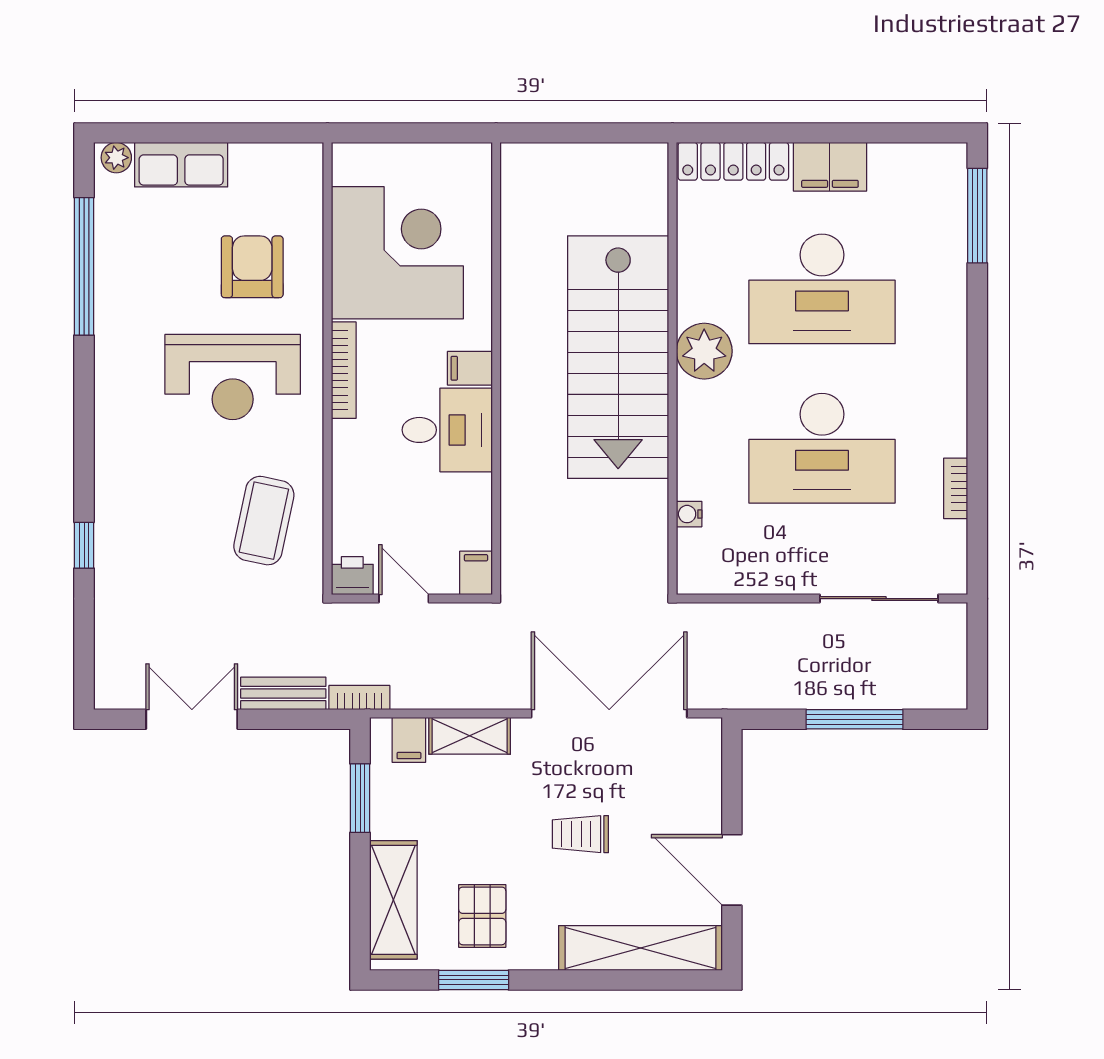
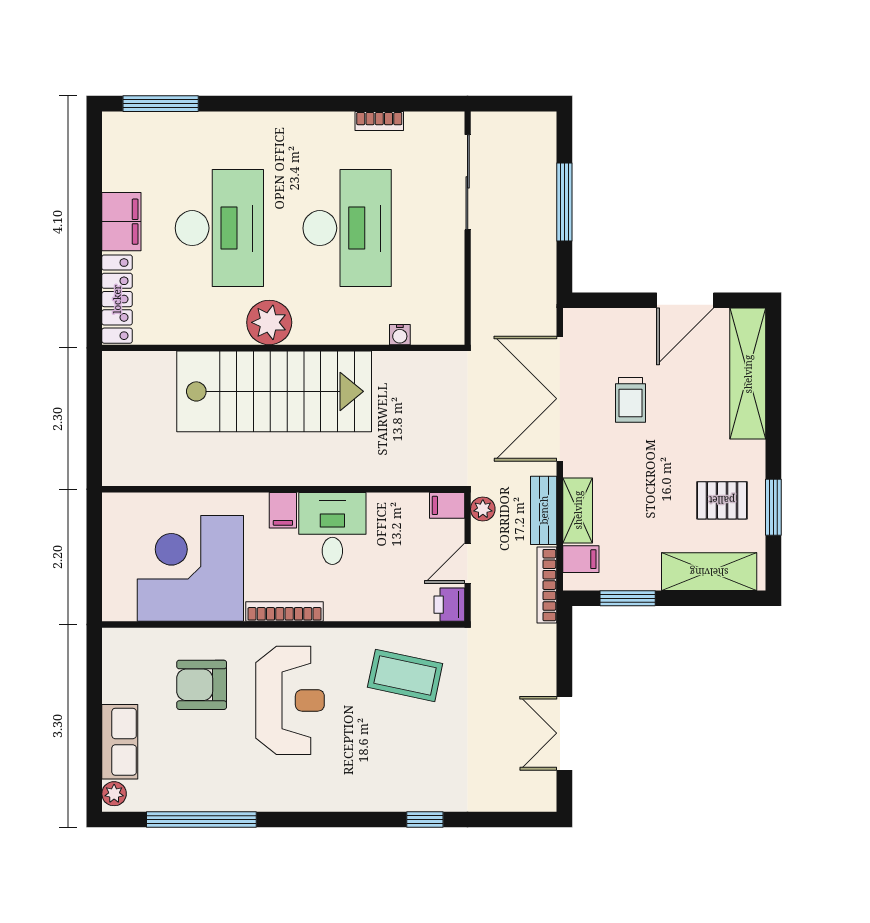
plant: (471, 618) -> (483, 509), added
bench: (283, 693) -> (544, 510), moved
bookcase: (359, 698) -> (547, 585), width x1.56
trolley: (580, 834) -> (631, 400), moved

